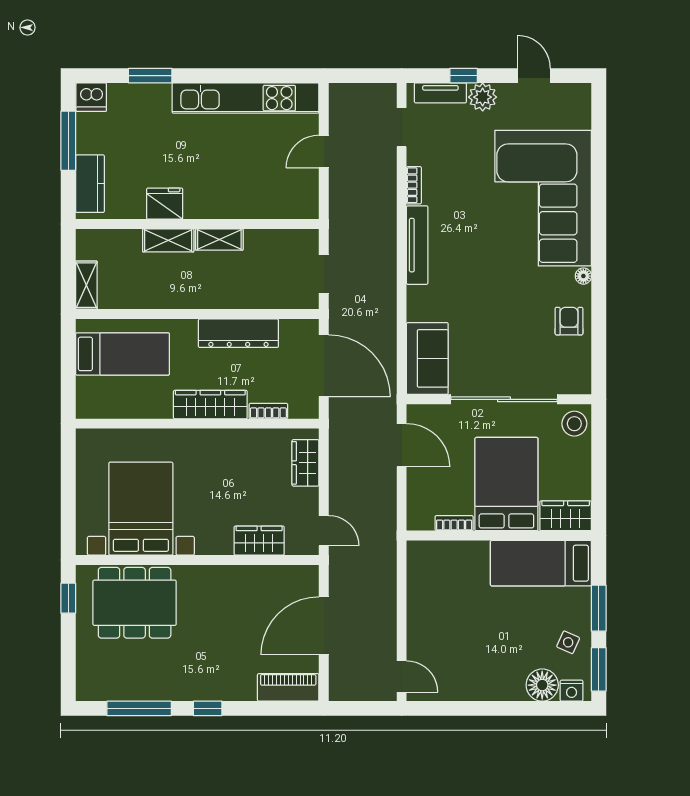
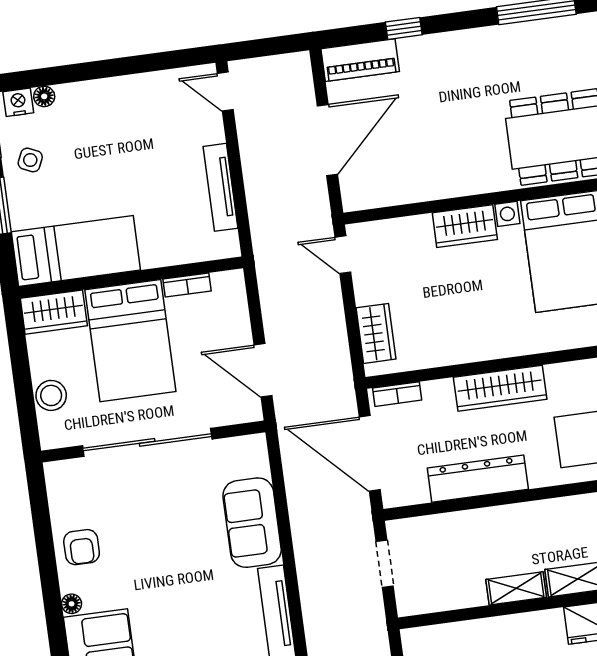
sofa: (427, 358) -> (252, 523), moved
bookcase: (268, 411) -> (397, 394), moved
stool: (574, 424) -> (51, 395), moved
wardrobe: (259, 541) -> (465, 226), moved
tv unit: (416, 599) -> (220, 187), added
floor lamp: (542, 685) -> (44, 96), width x0.53, depth x0.53
window: (208, 708) -> (404, 28), moved

